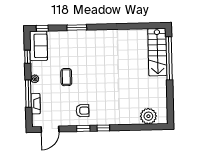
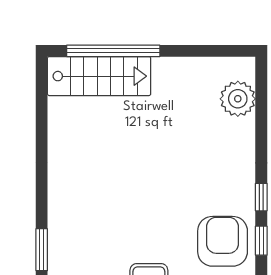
armchair: (83, 111) -> (223, 241), width x1.88, depth x1.88

